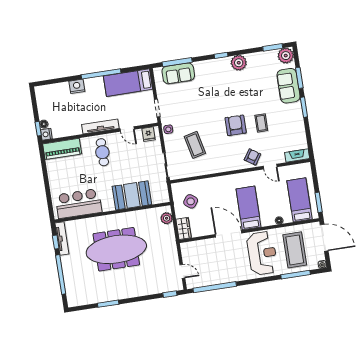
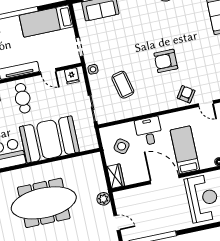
coffee table: (261, 123) -> (194, 57), removed
armchair: (236, 125) -> (166, 61), turned -90
desk: (216, 189) -> (149, 131), added
booth: (132, 195) -> (49, 139), width x1.36, depth x1.42
plant: (167, 218) -> (103, 199), moved

